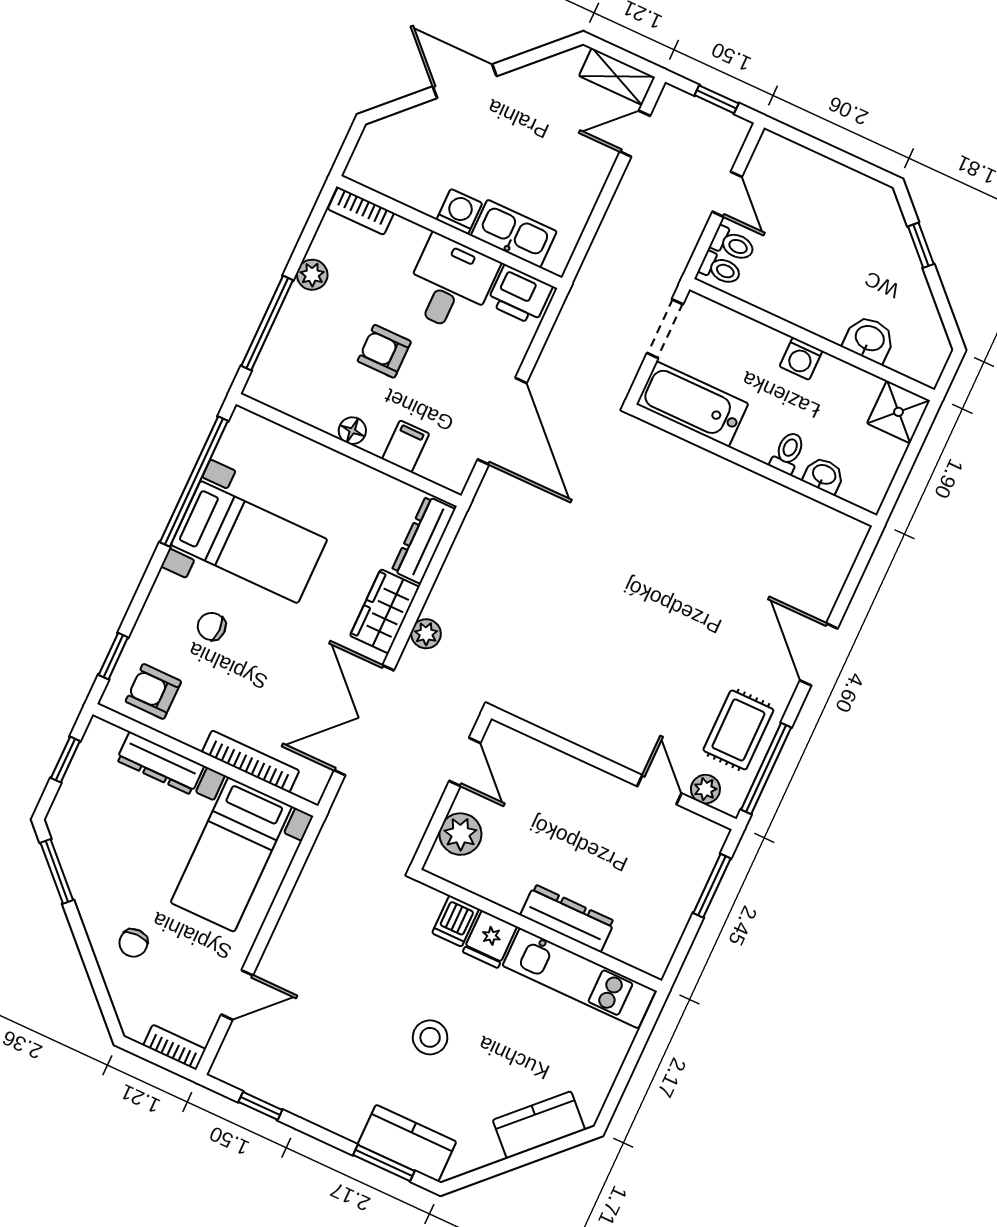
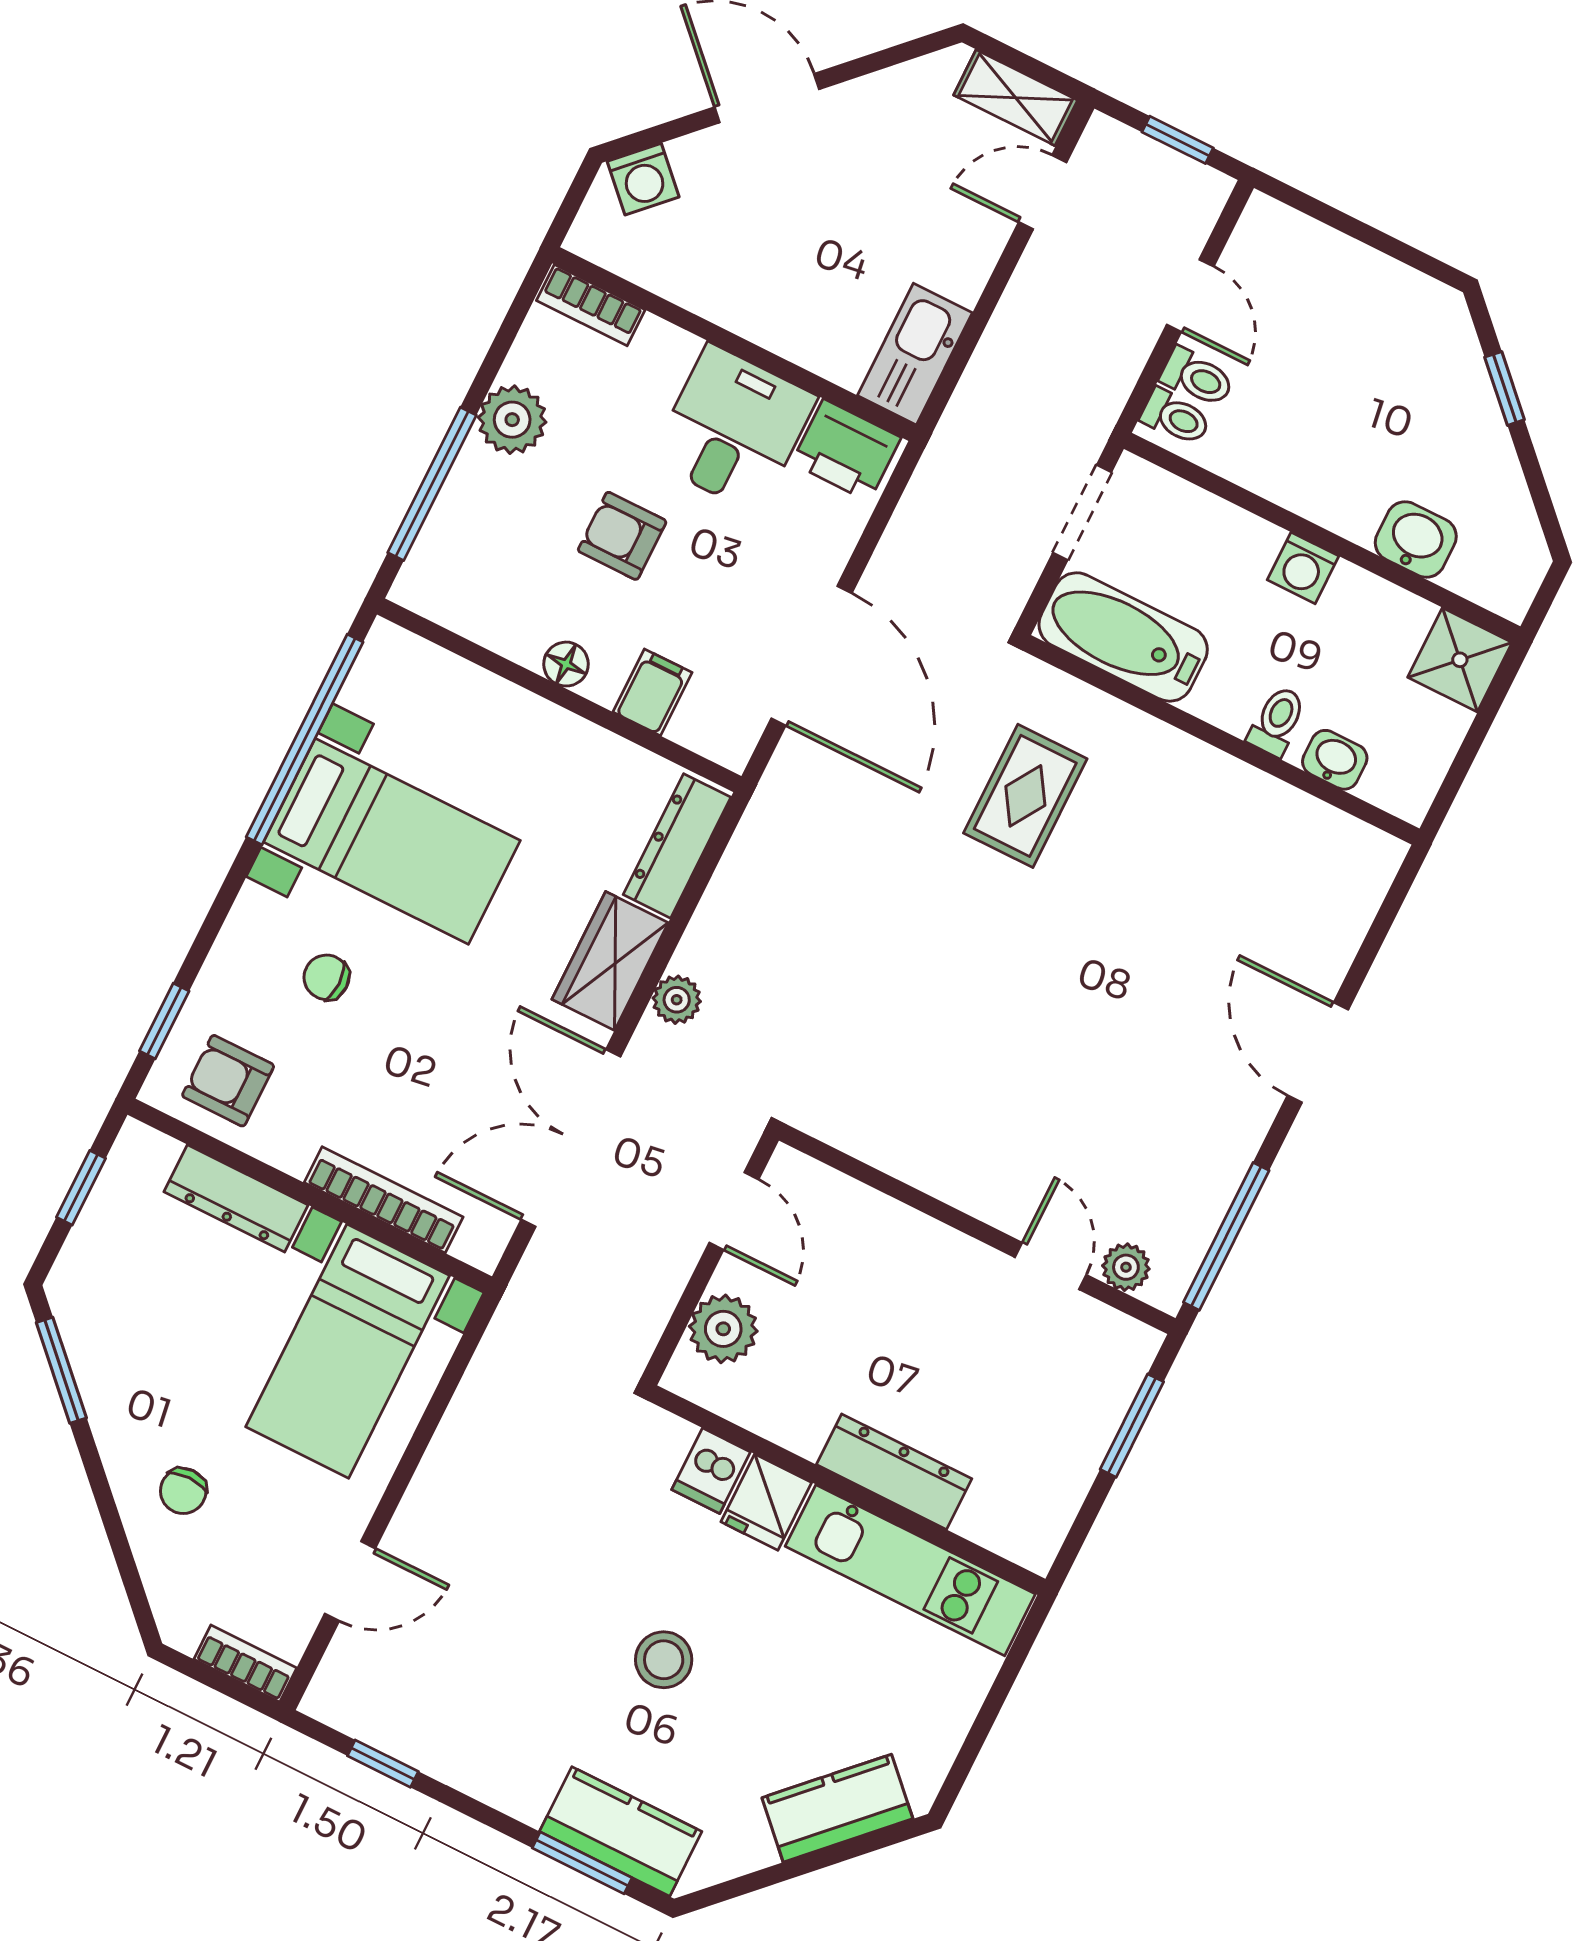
washing machine: (459, 212) -> (643, 179), moved, turned 135
kitchen sink: (514, 234) -> (915, 354), moved, turned -90
plant: (312, 275) -> (512, 420), width x1.38, depth x1.38
rug: (738, 730) -> (1025, 796), moved

